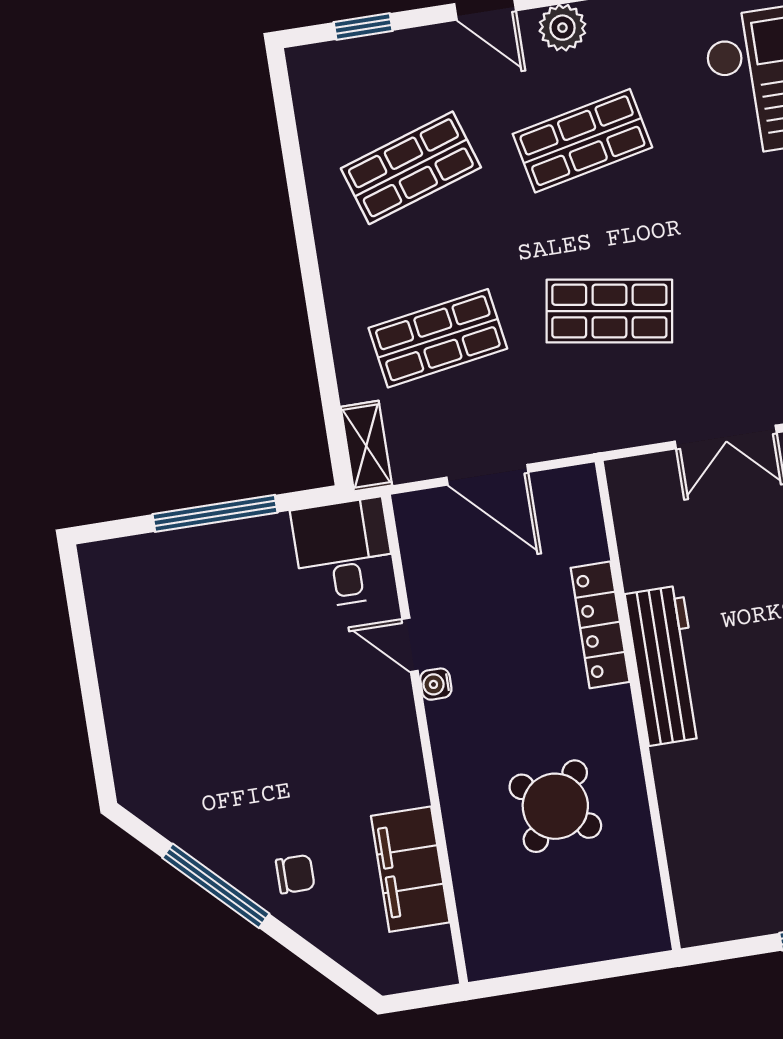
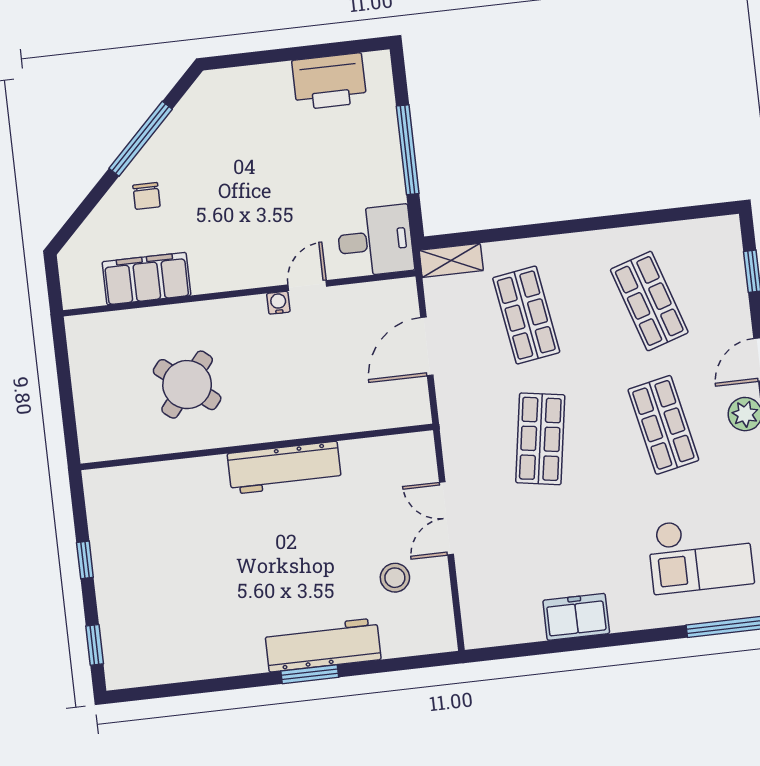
locker: (600, 625) -> (316, 422), removed
printer: (125, 627) -> (329, 81), added

